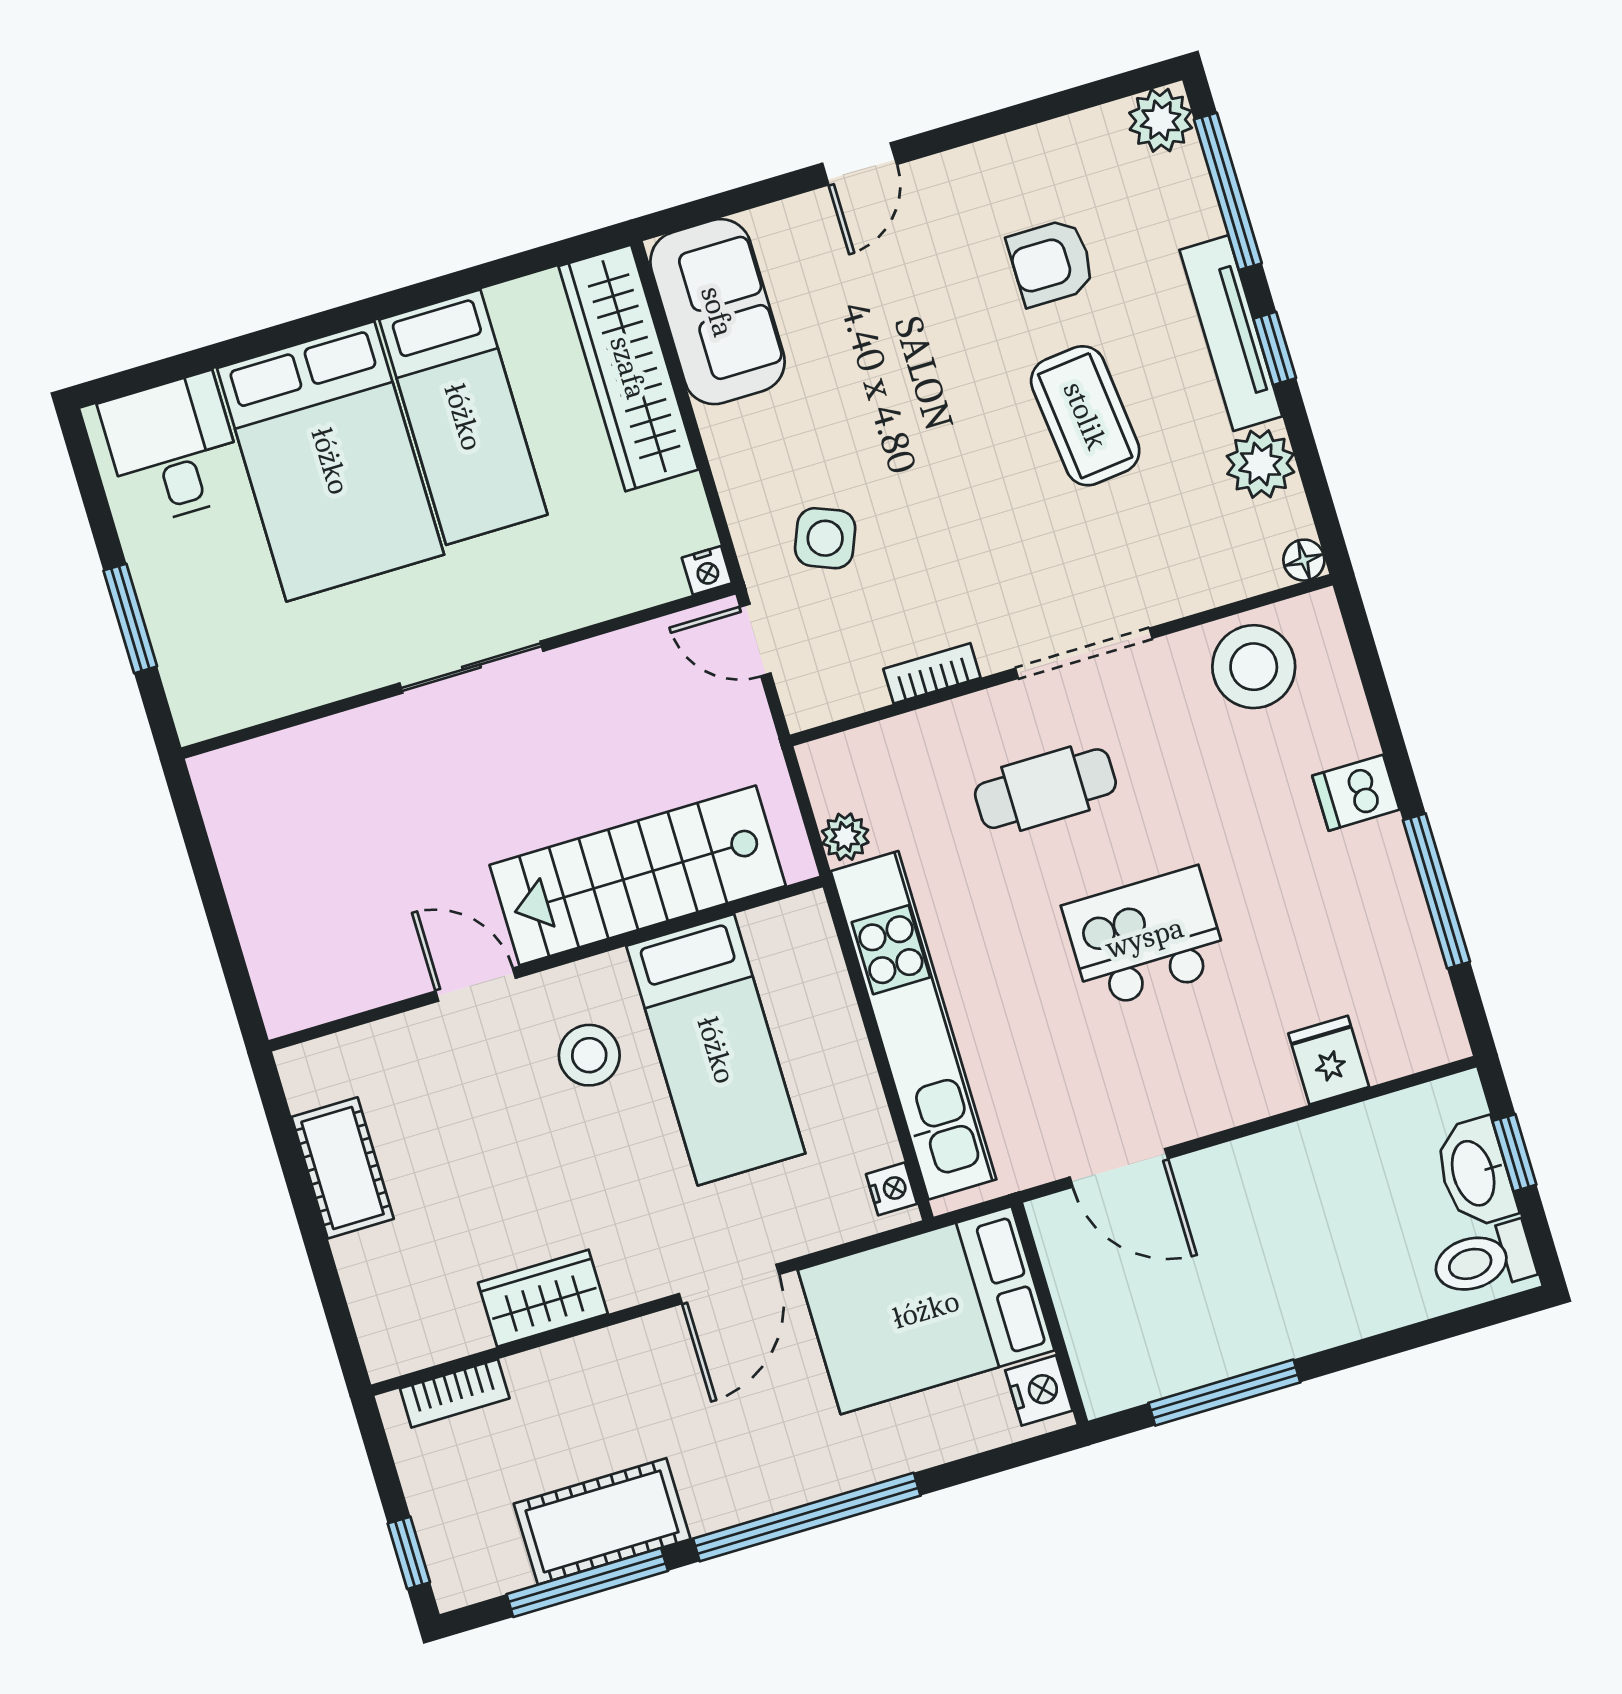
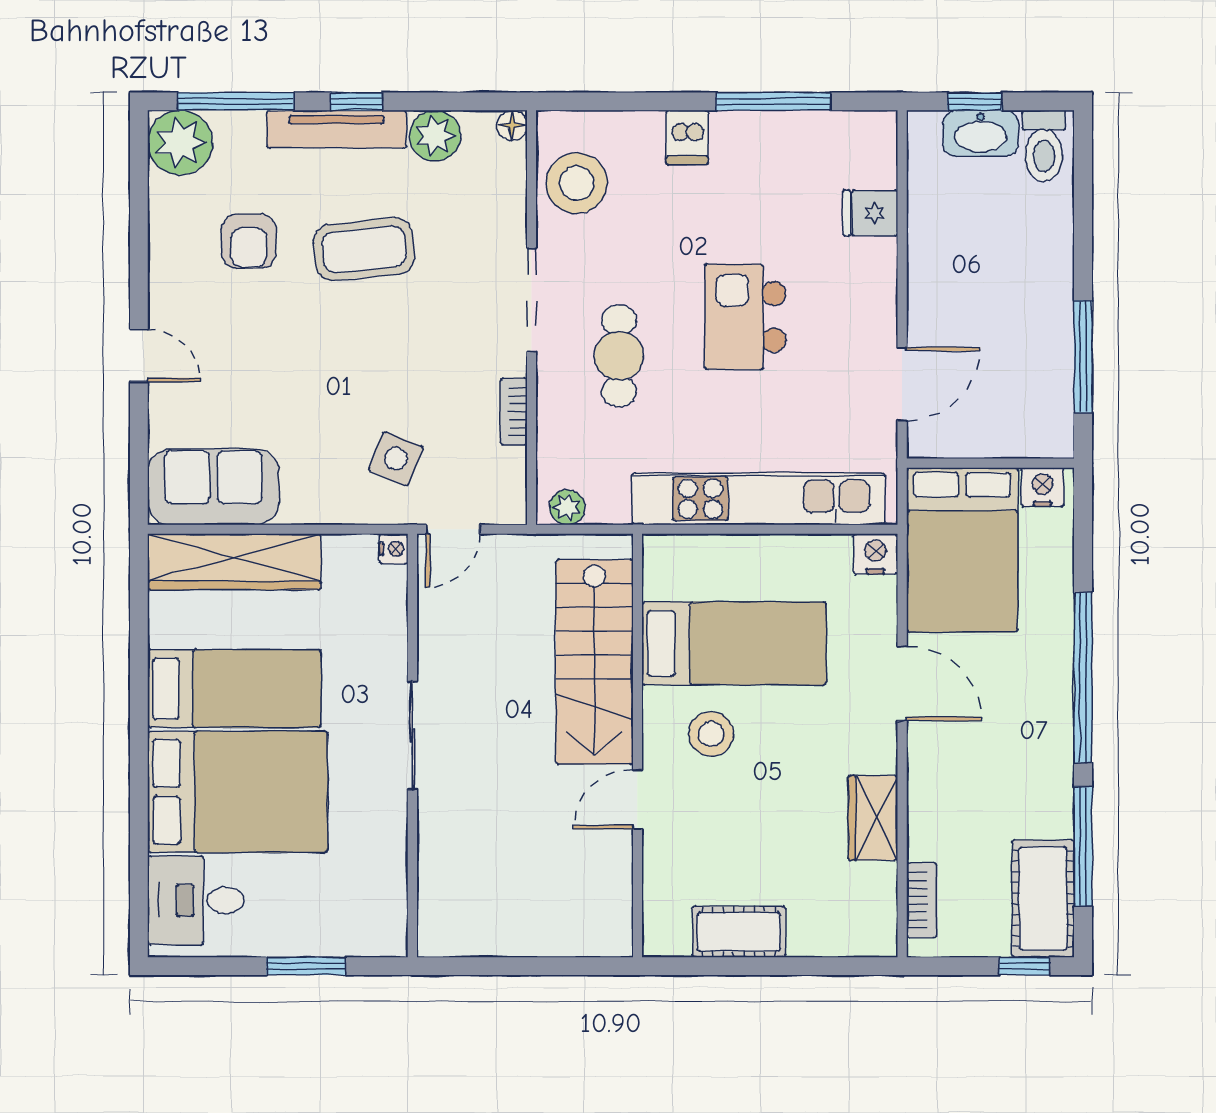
plant: (1161, 120) -> (180, 143), width x1.36, depth x1.36
plant: (845, 837) -> (567, 507), moved
nightstand: (892, 1189) -> (875, 554), width x1.39, depth x1.35
cot: (602, 1521) -> (1043, 899), moved

